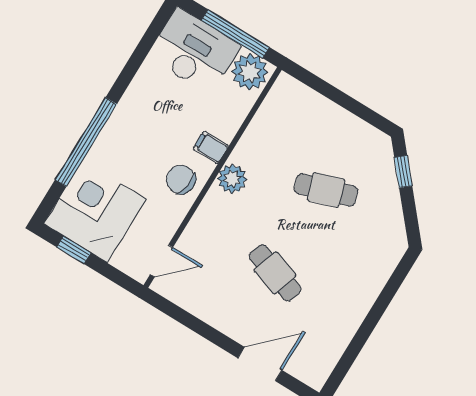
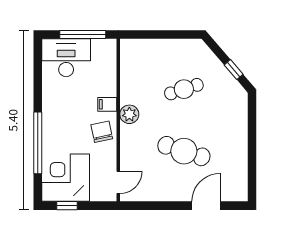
plant: (250, 72) -> (103, 50), removed
window: (403, 172) -> (234, 70), moved
chair: (181, 179) -> (102, 132), turned 70
cafe table: (275, 273) -> (184, 151), width x1.37, depth x1.35

